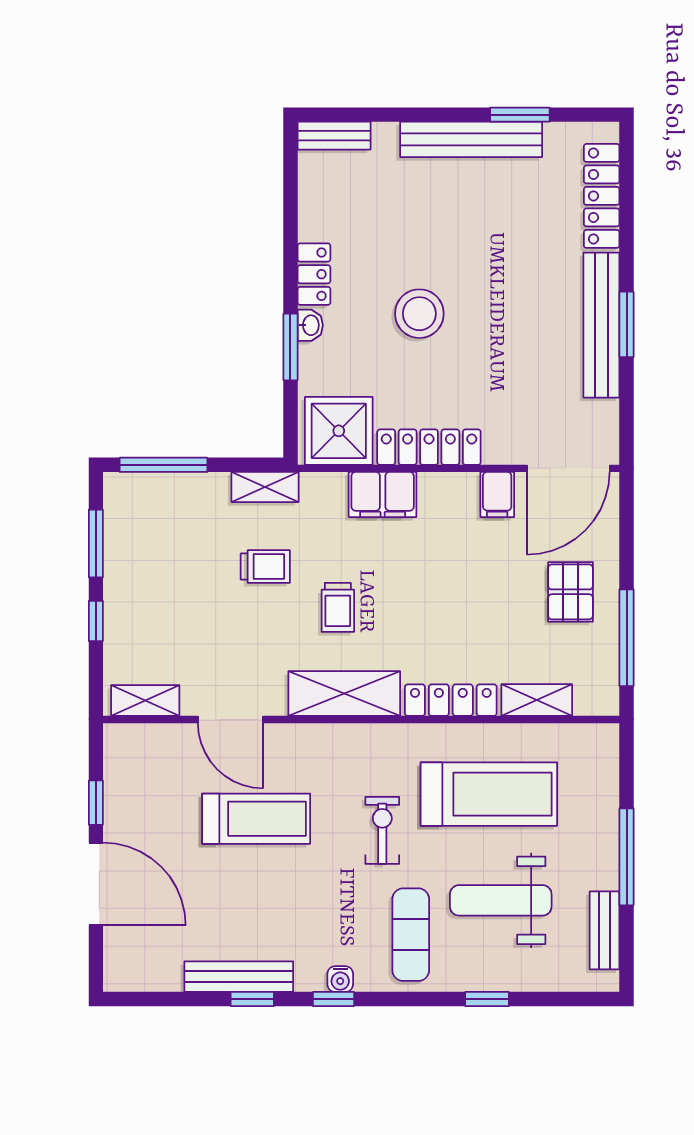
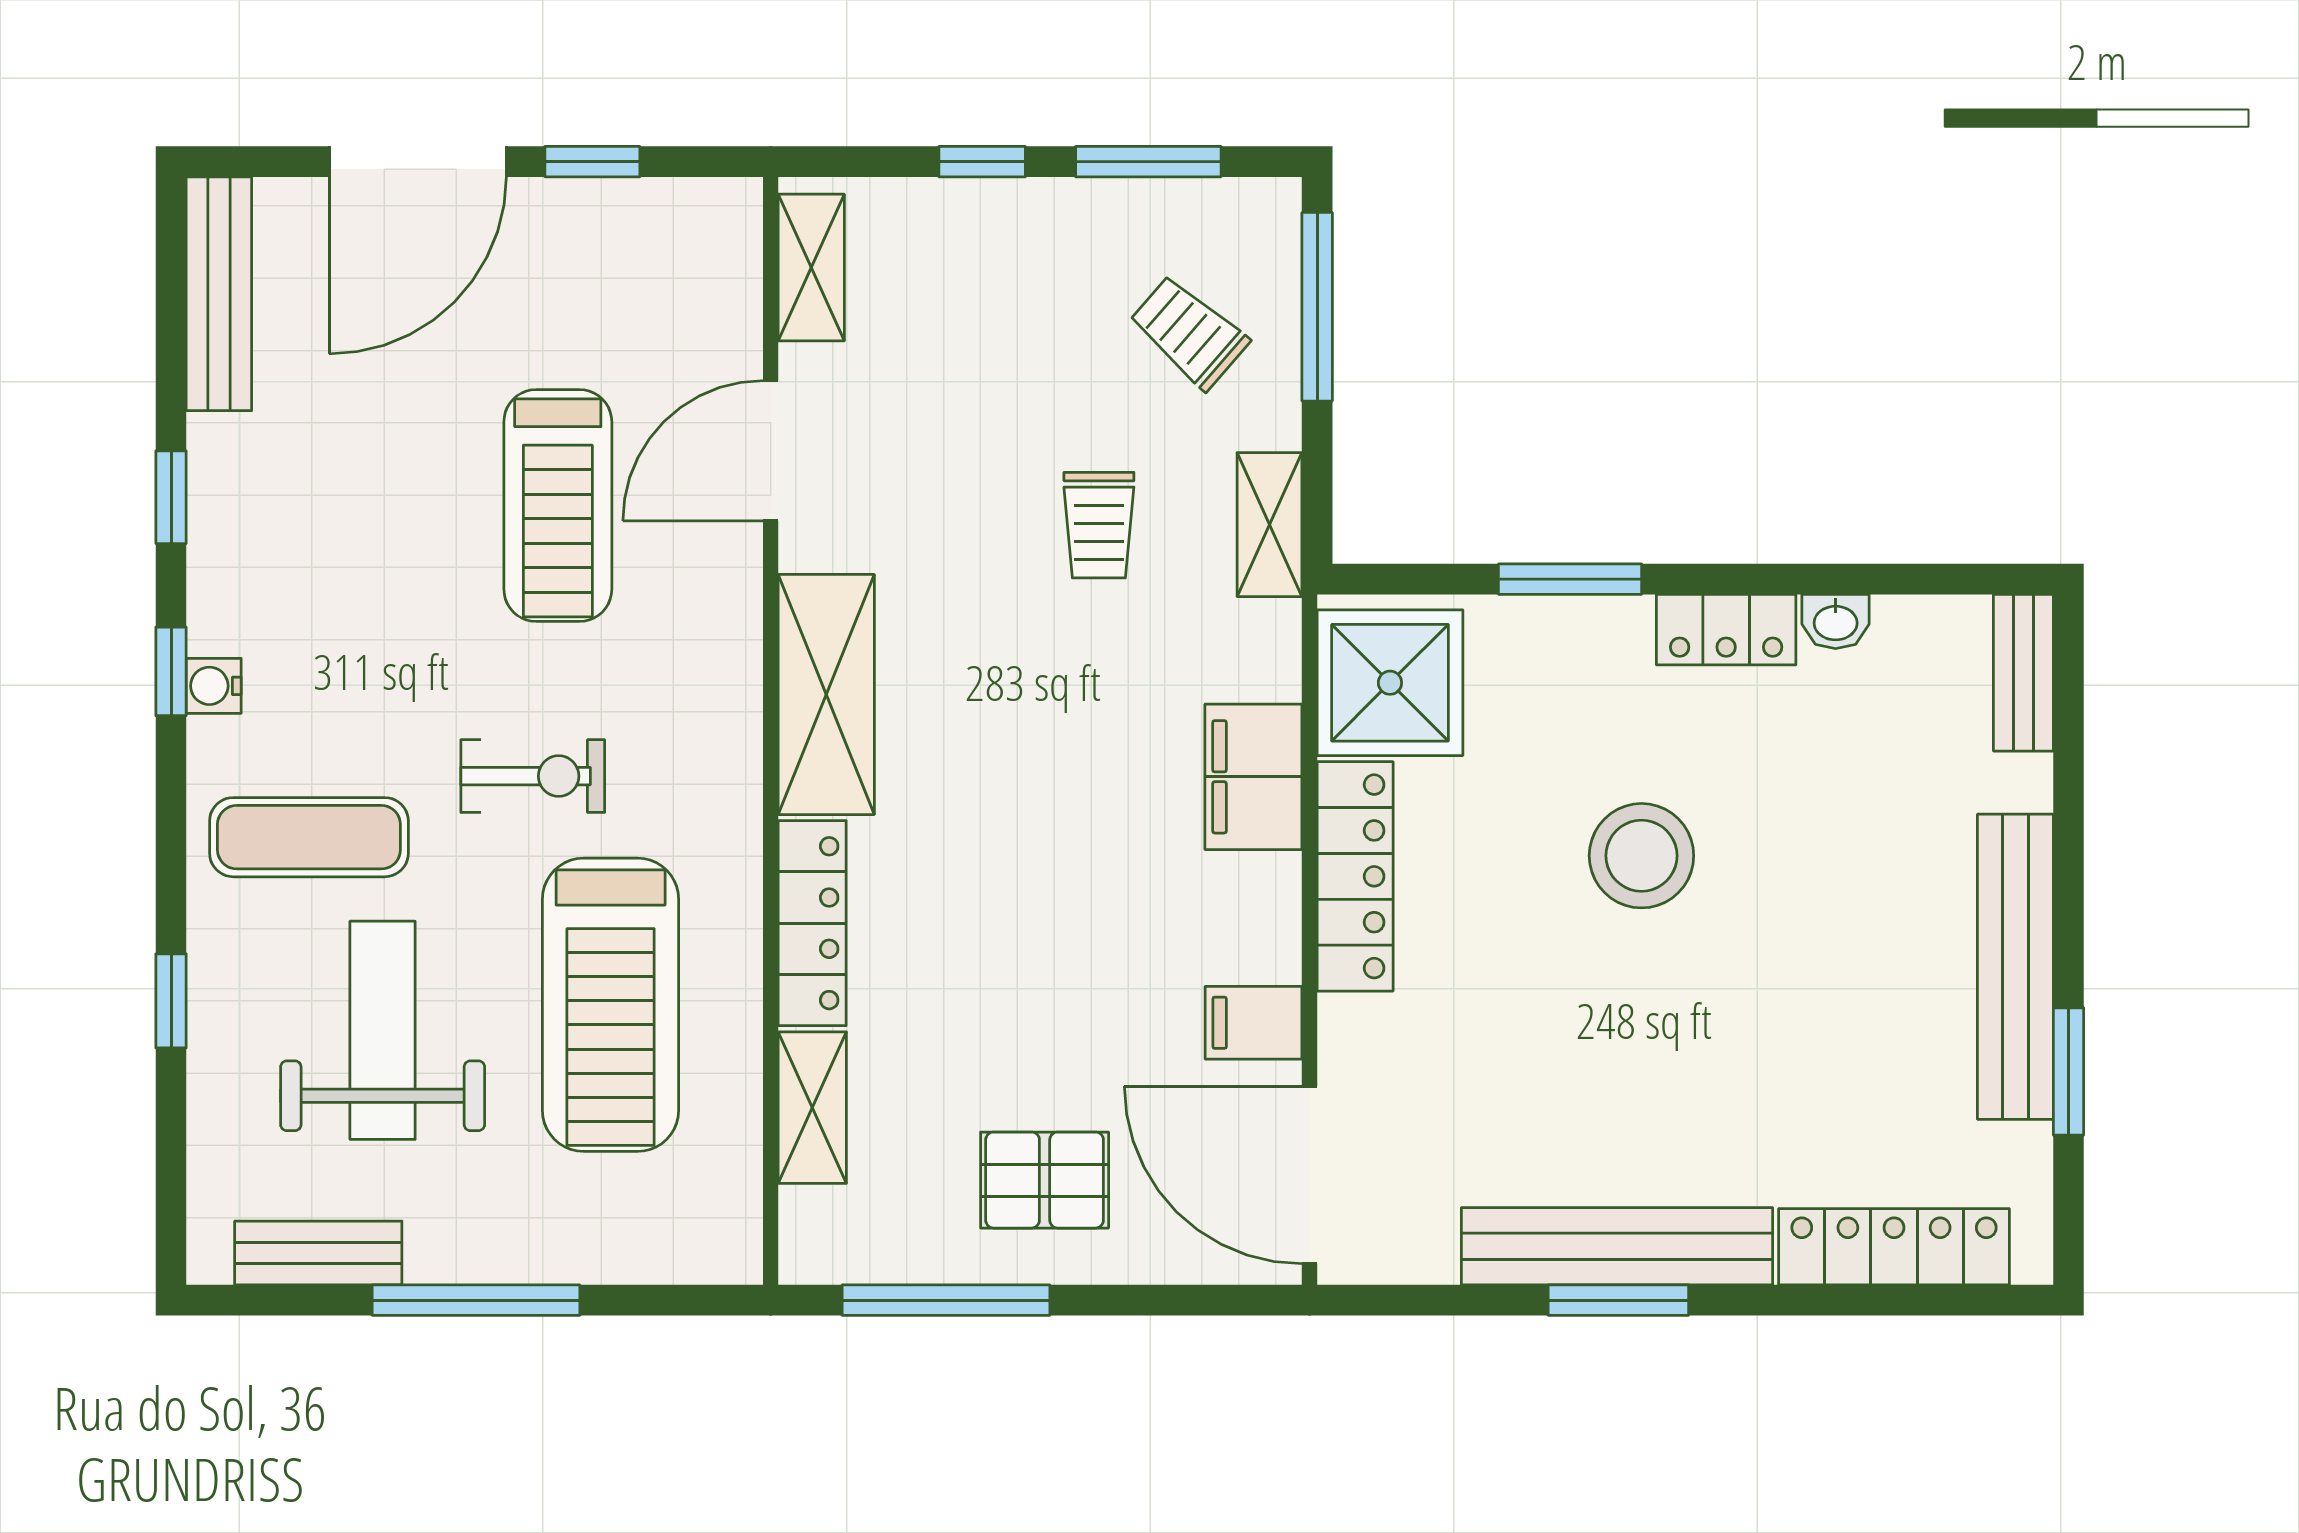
washbasin: (310, 325) -> (1836, 621), moved
trolley: (338, 607) -> (1189, 332), moved, turned 41
bench: (239, 977) -> (219, 294), moved

